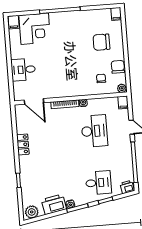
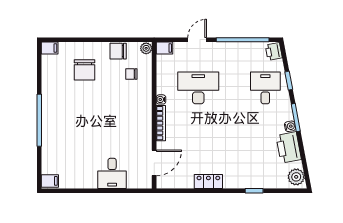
corner desk: (35, 29) -> (61, 154), removed

